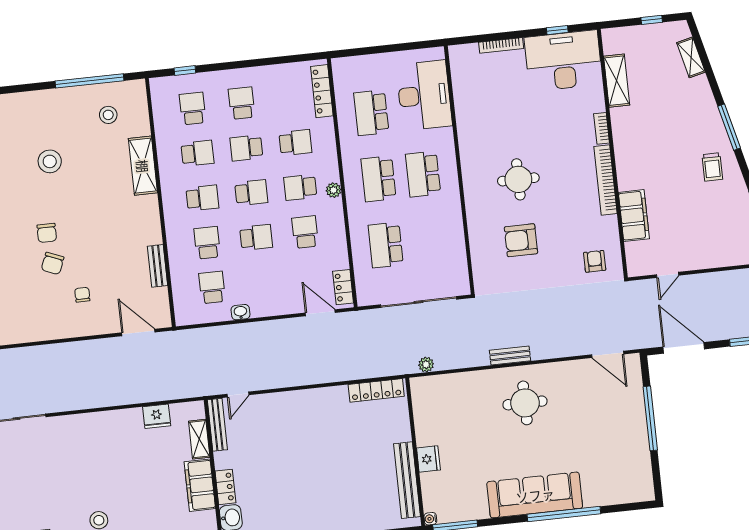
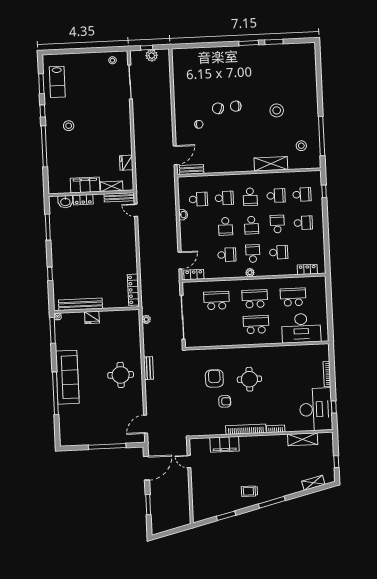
locker: (322, 91) -> (307, 269), width x0.66
school desk: (295, 143) -> (279, 252), turned -90
school desk: (197, 153) -> (276, 196), turned -90
armchair: (595, 261) -> (225, 401), moved
bench: (157, 266) -> (192, 170), moved

